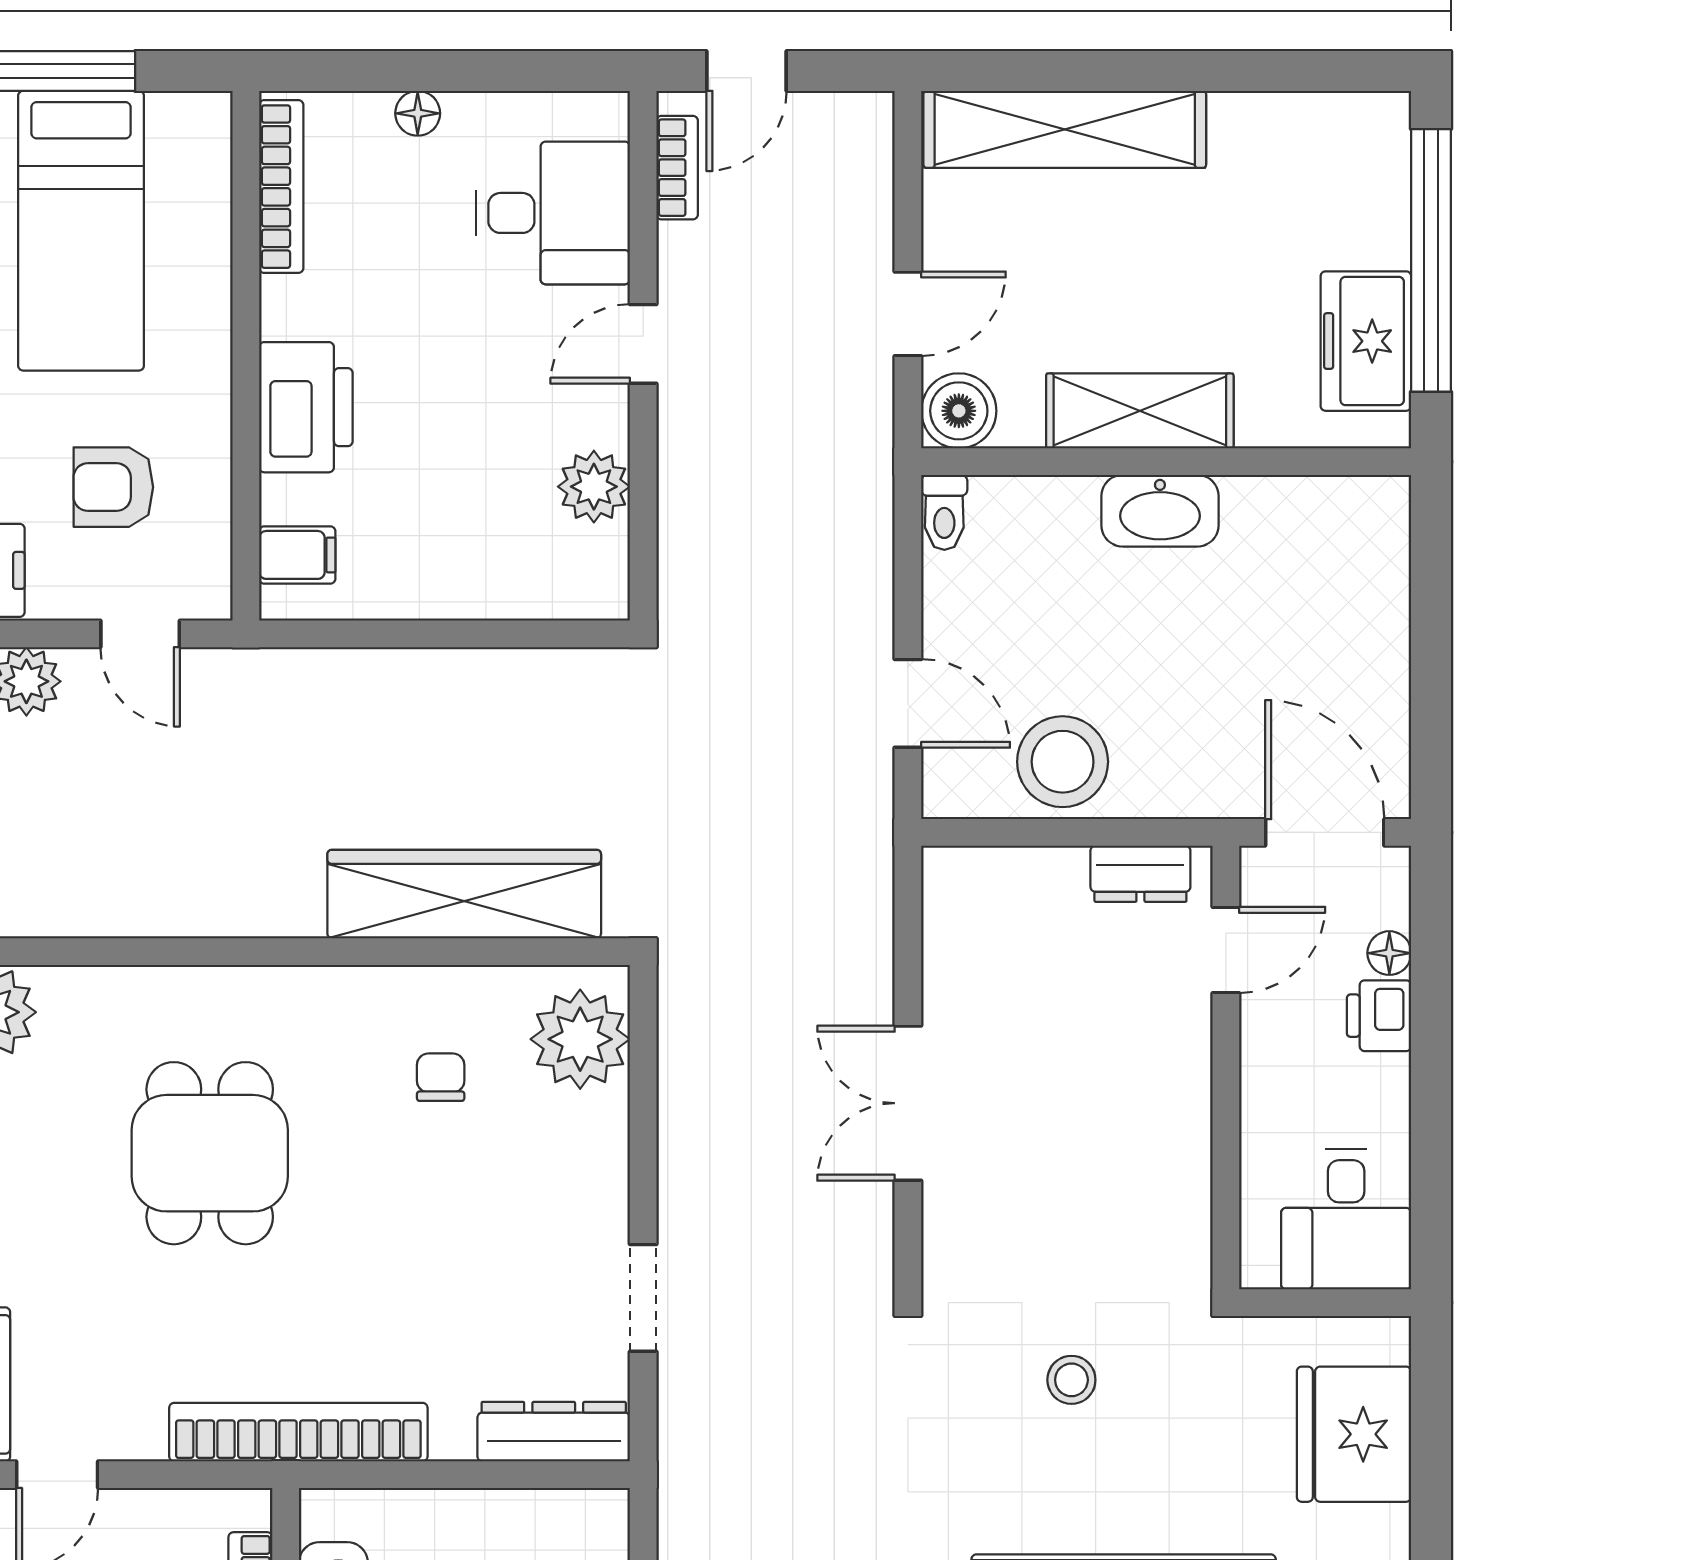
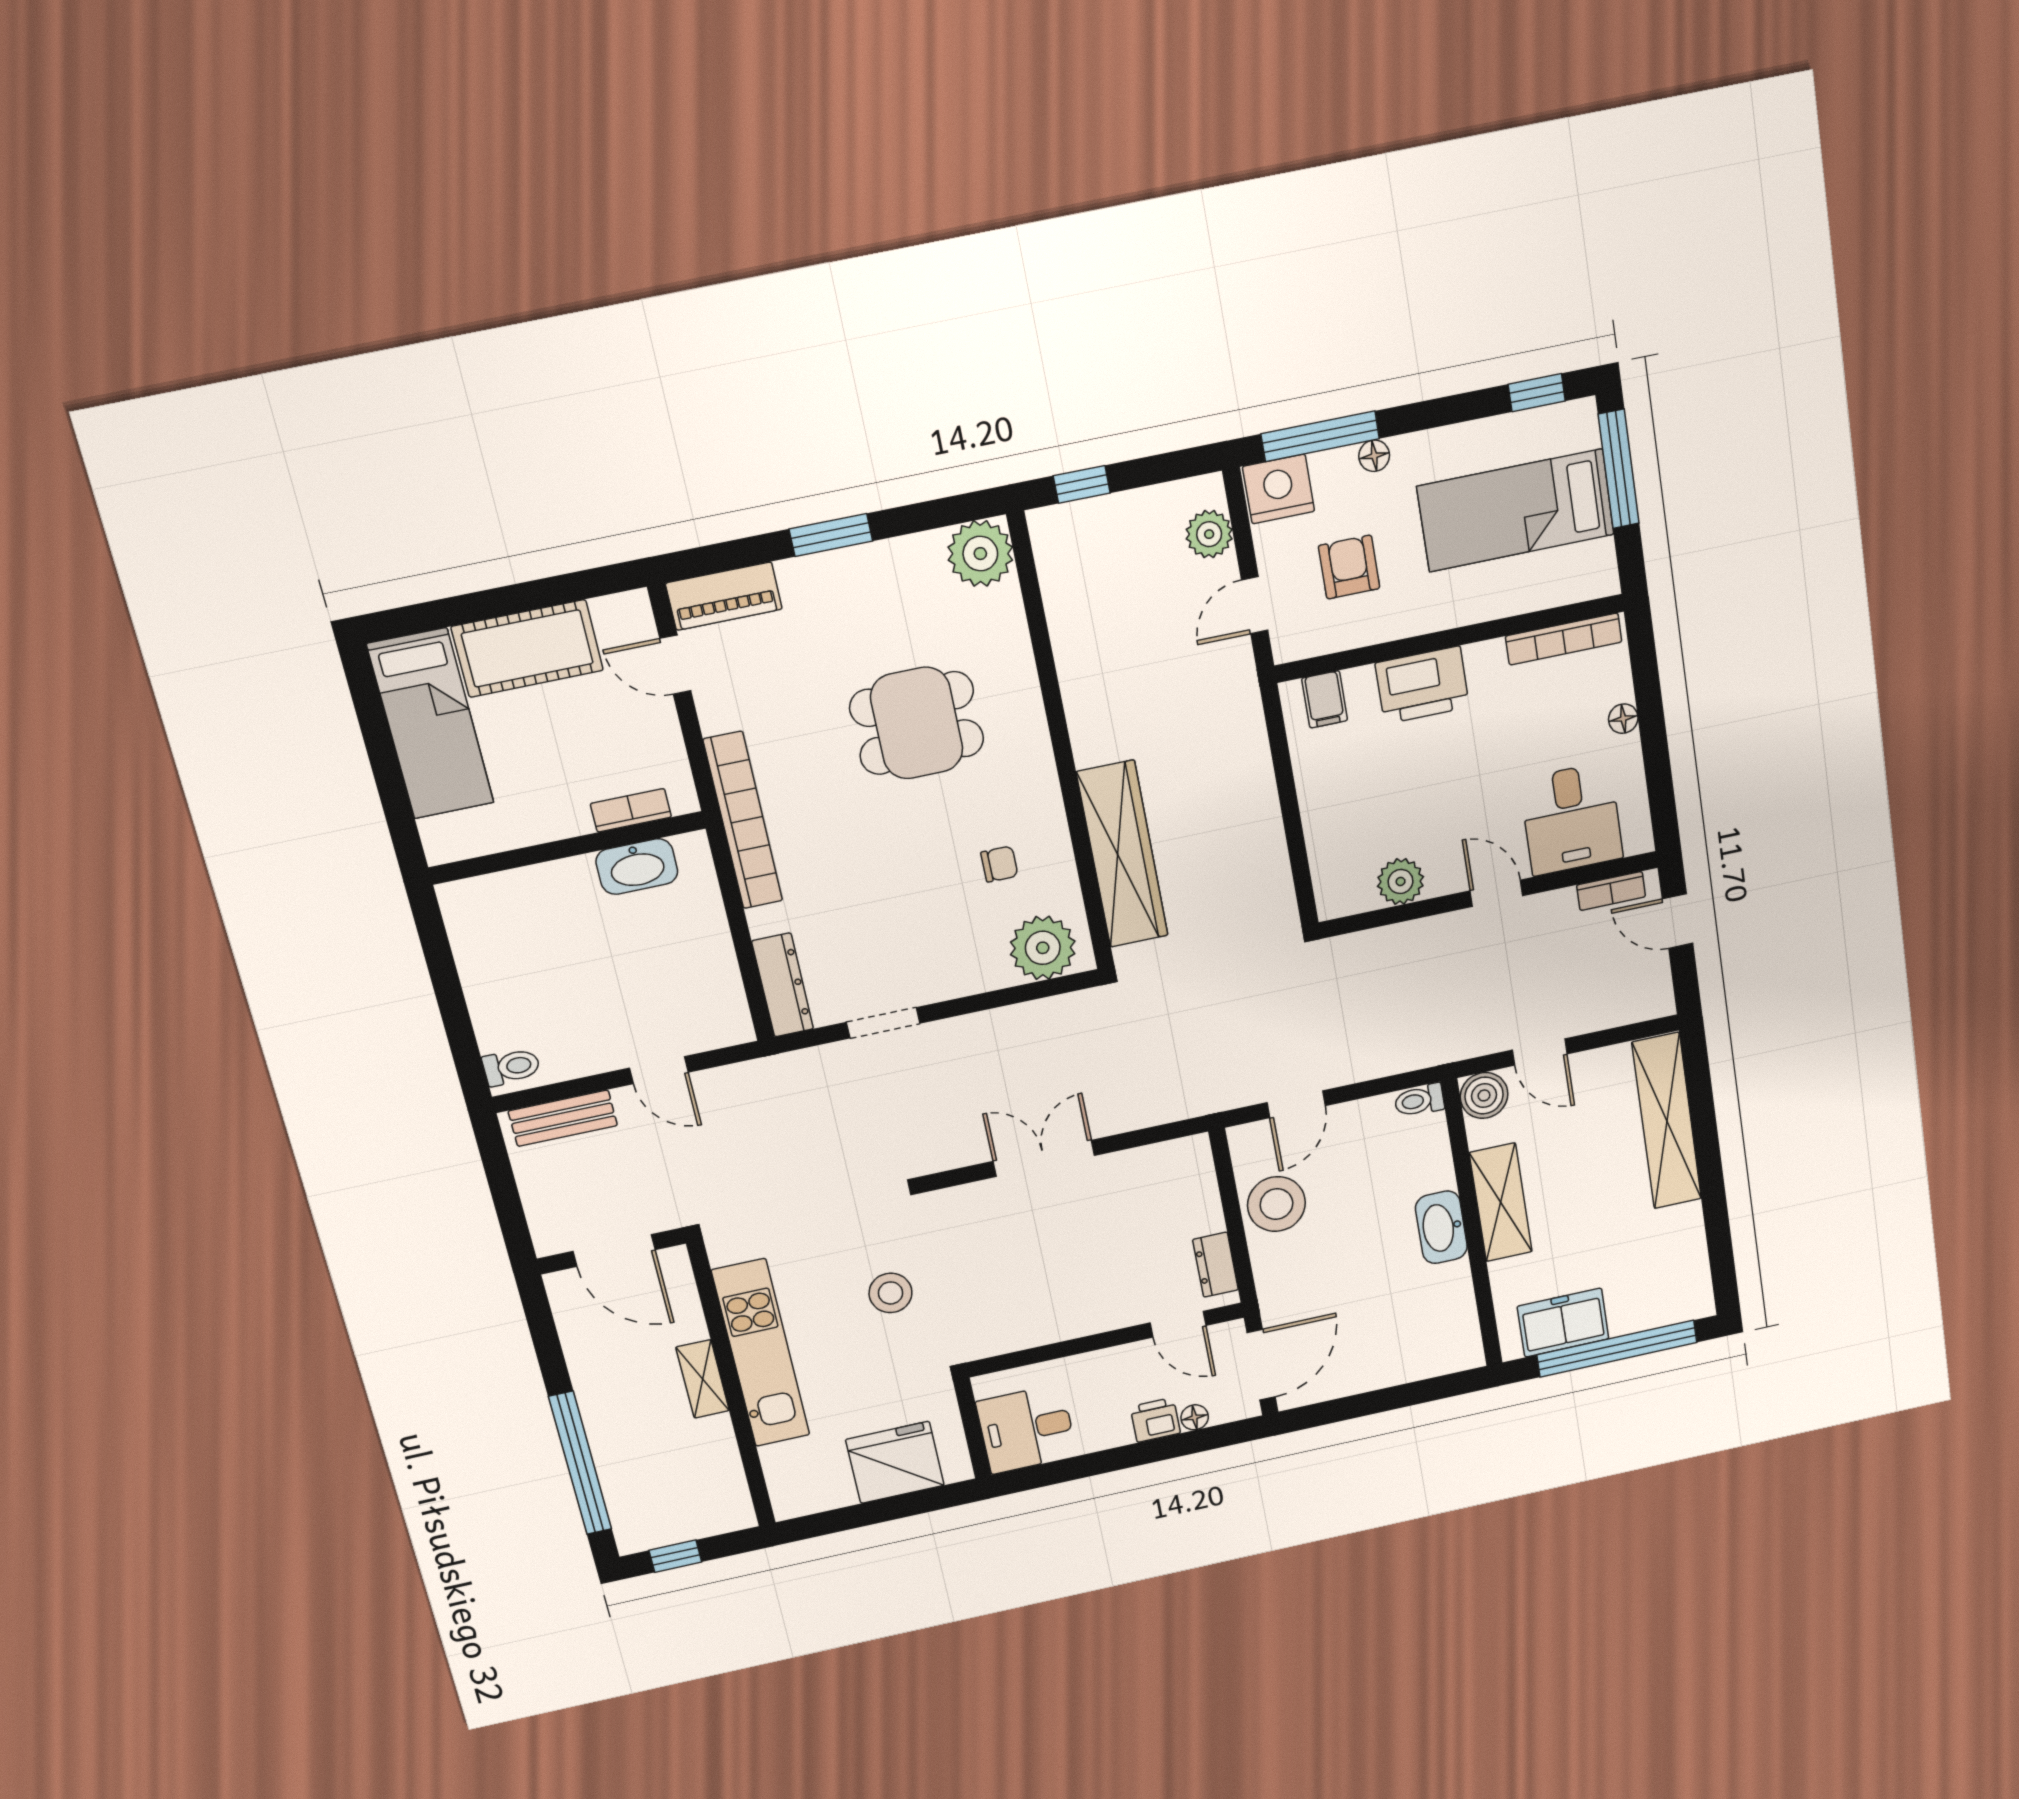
stool: (1071, 1380) -> (891, 1293), width x1.37, depth x1.37

